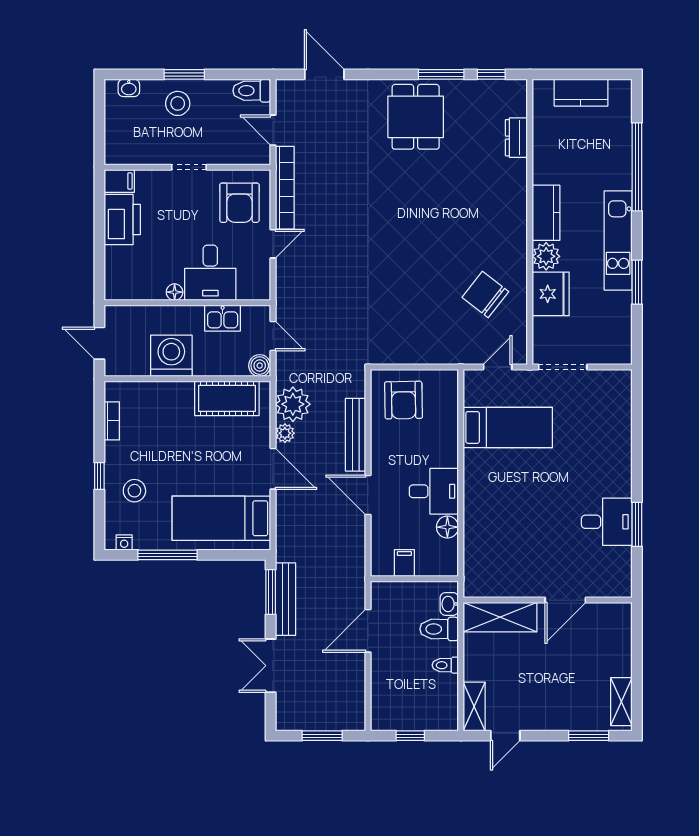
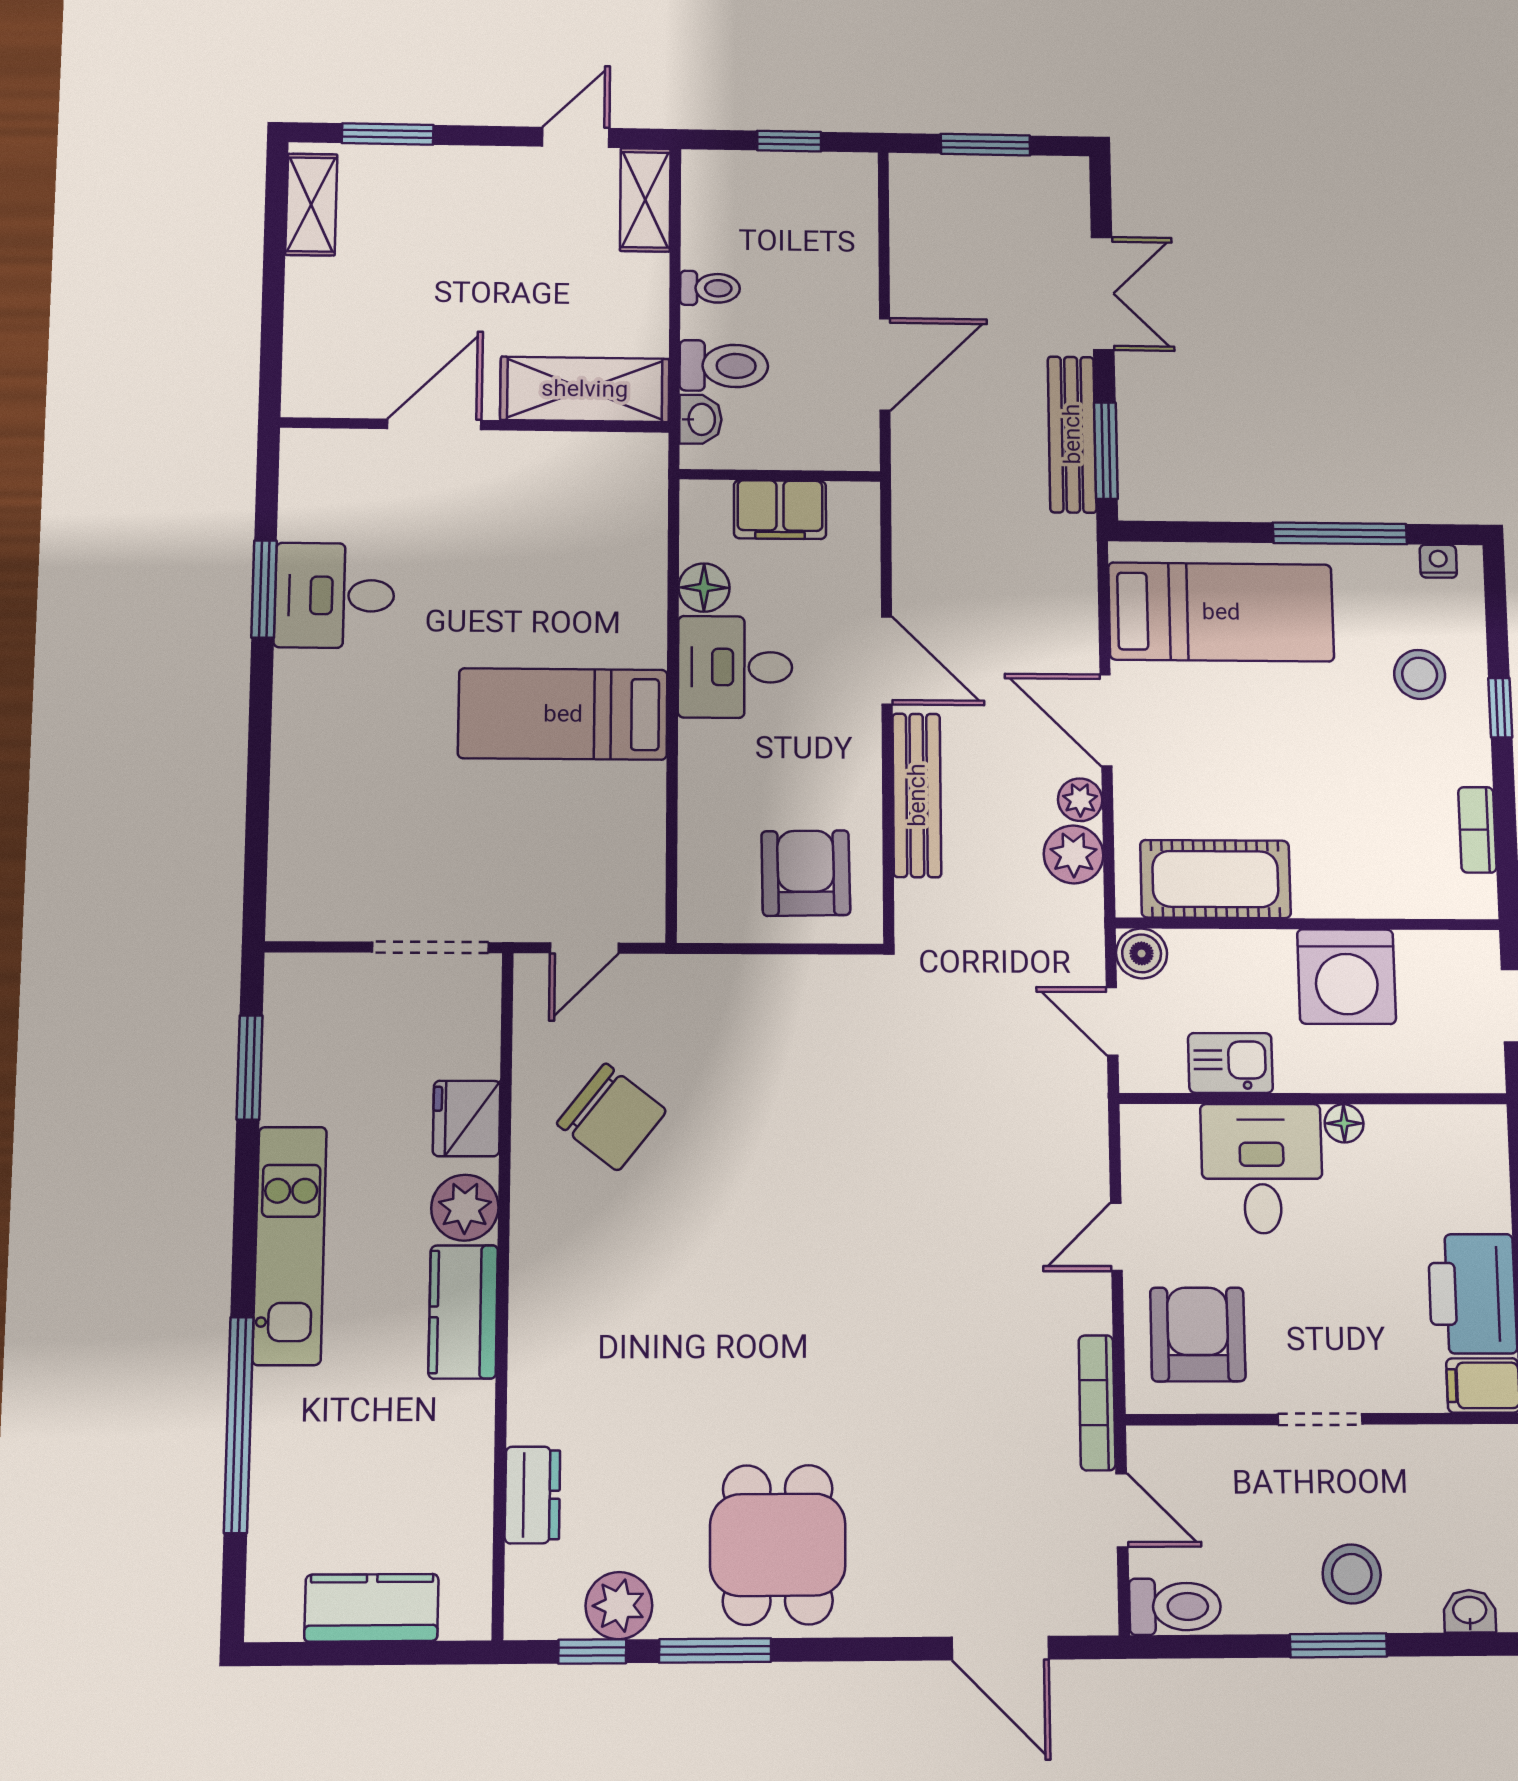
plant: (481, 93) -> (619, 1606), added
bookcase: (285, 188) -> (1097, 1403), width x0.68, depth x0.76
window: (637, 282) -> (250, 1068), moved
fridge: (551, 294) -> (467, 1118), width x0.73, depth x0.75
plant: (293, 404) -> (1074, 854), width x0.73, depth x0.73
bed: (508, 427) -> (563, 714), moved
filing cabinet: (404, 563) -> (780, 510), width x2.00

